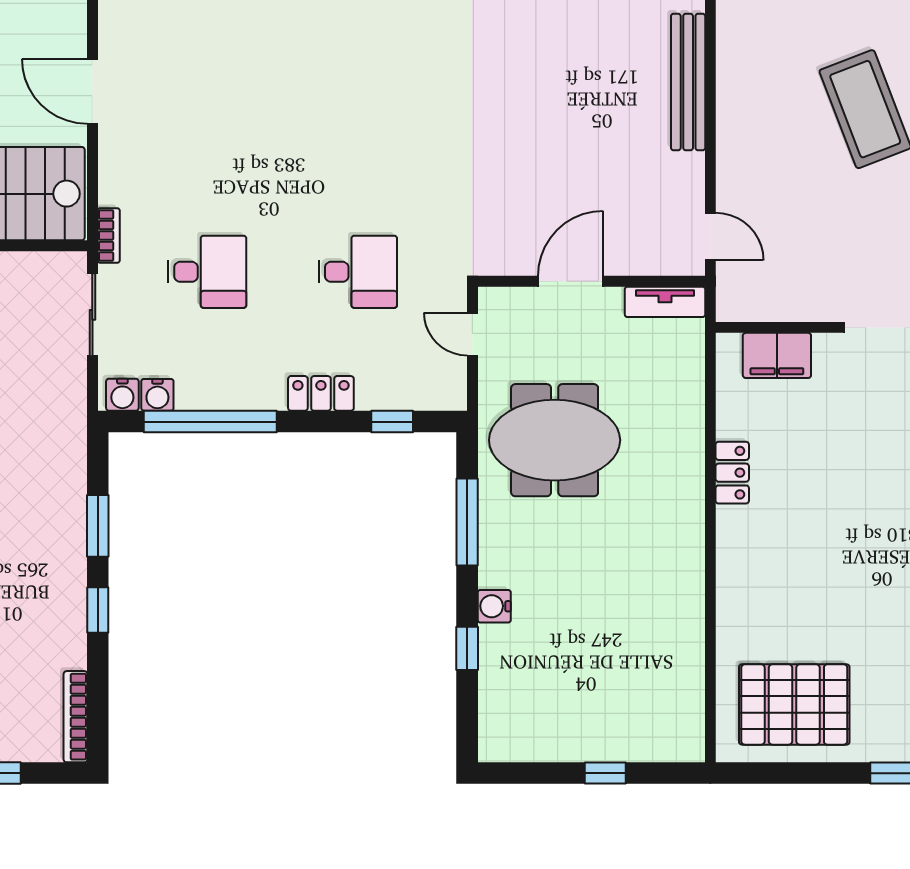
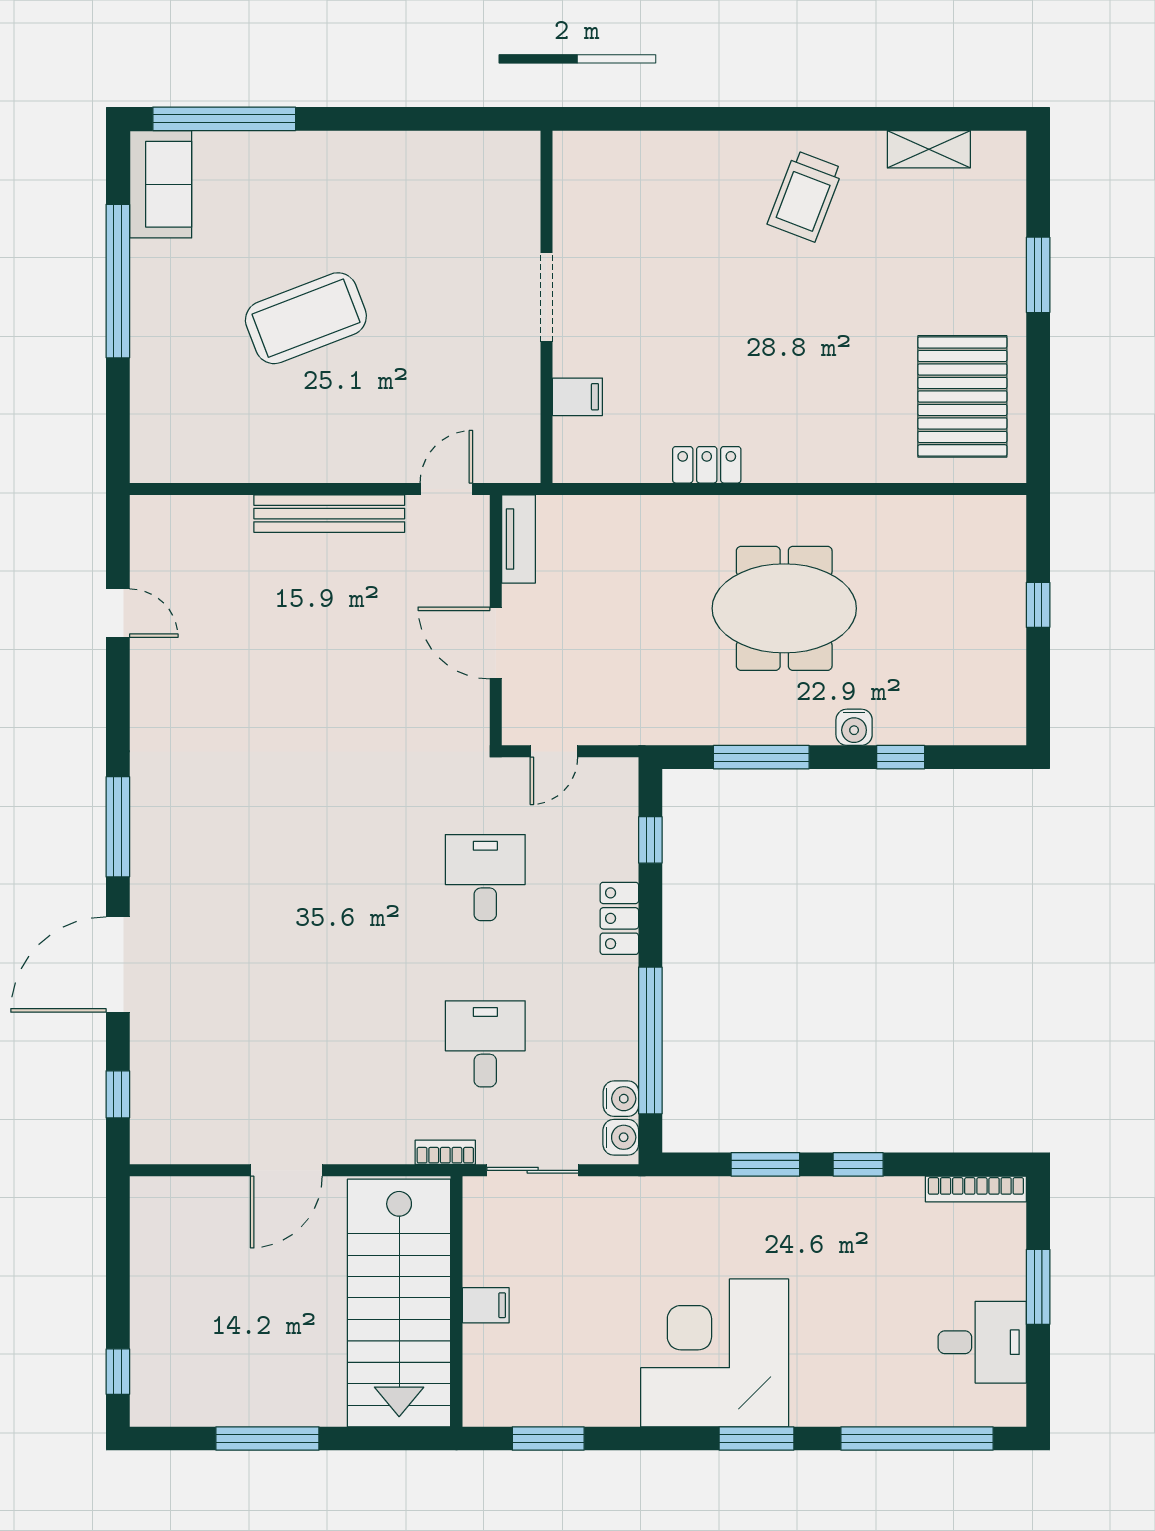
bench: (688, 82) -> (329, 514), moved
filing cabinet: (777, 355) -> (577, 397), width x0.50
meeting table: (555, 440) -> (784, 608), moved, turned 90

